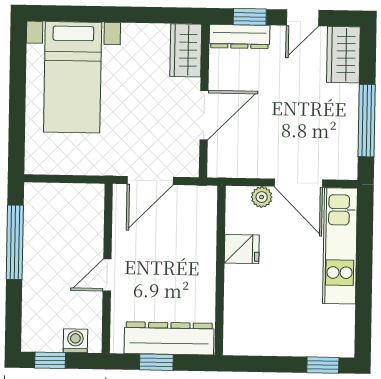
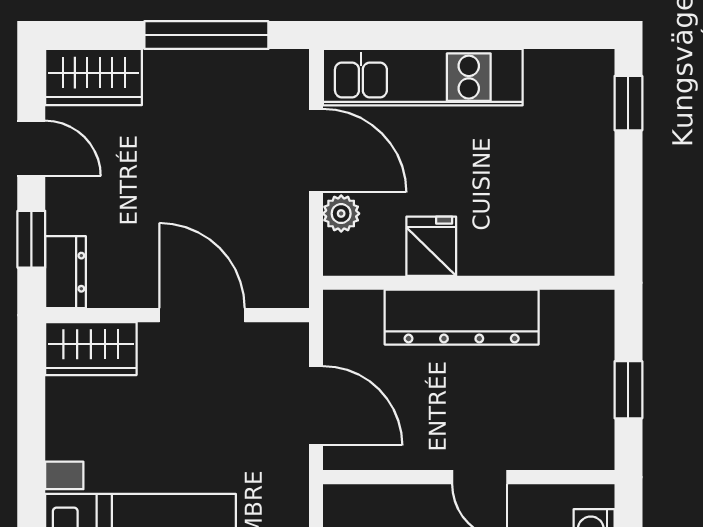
dresser: (240, 36) -> (65, 272), width x0.70
door: (298, 183) -> (316, 151), hinge flipped
dresser: (169, 338) -> (462, 317), moved, turned -90

